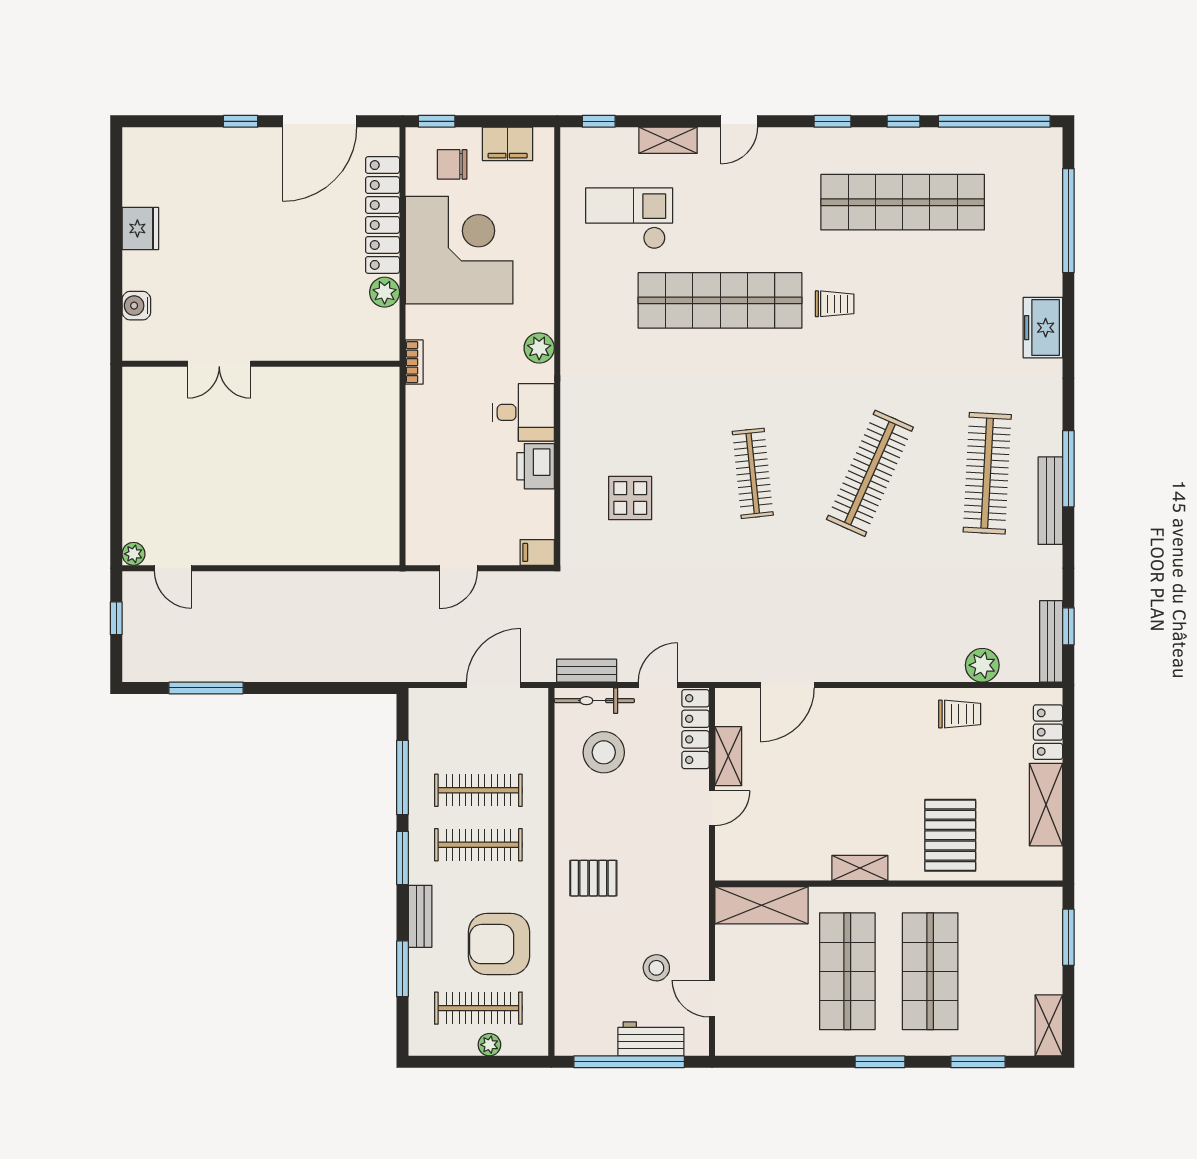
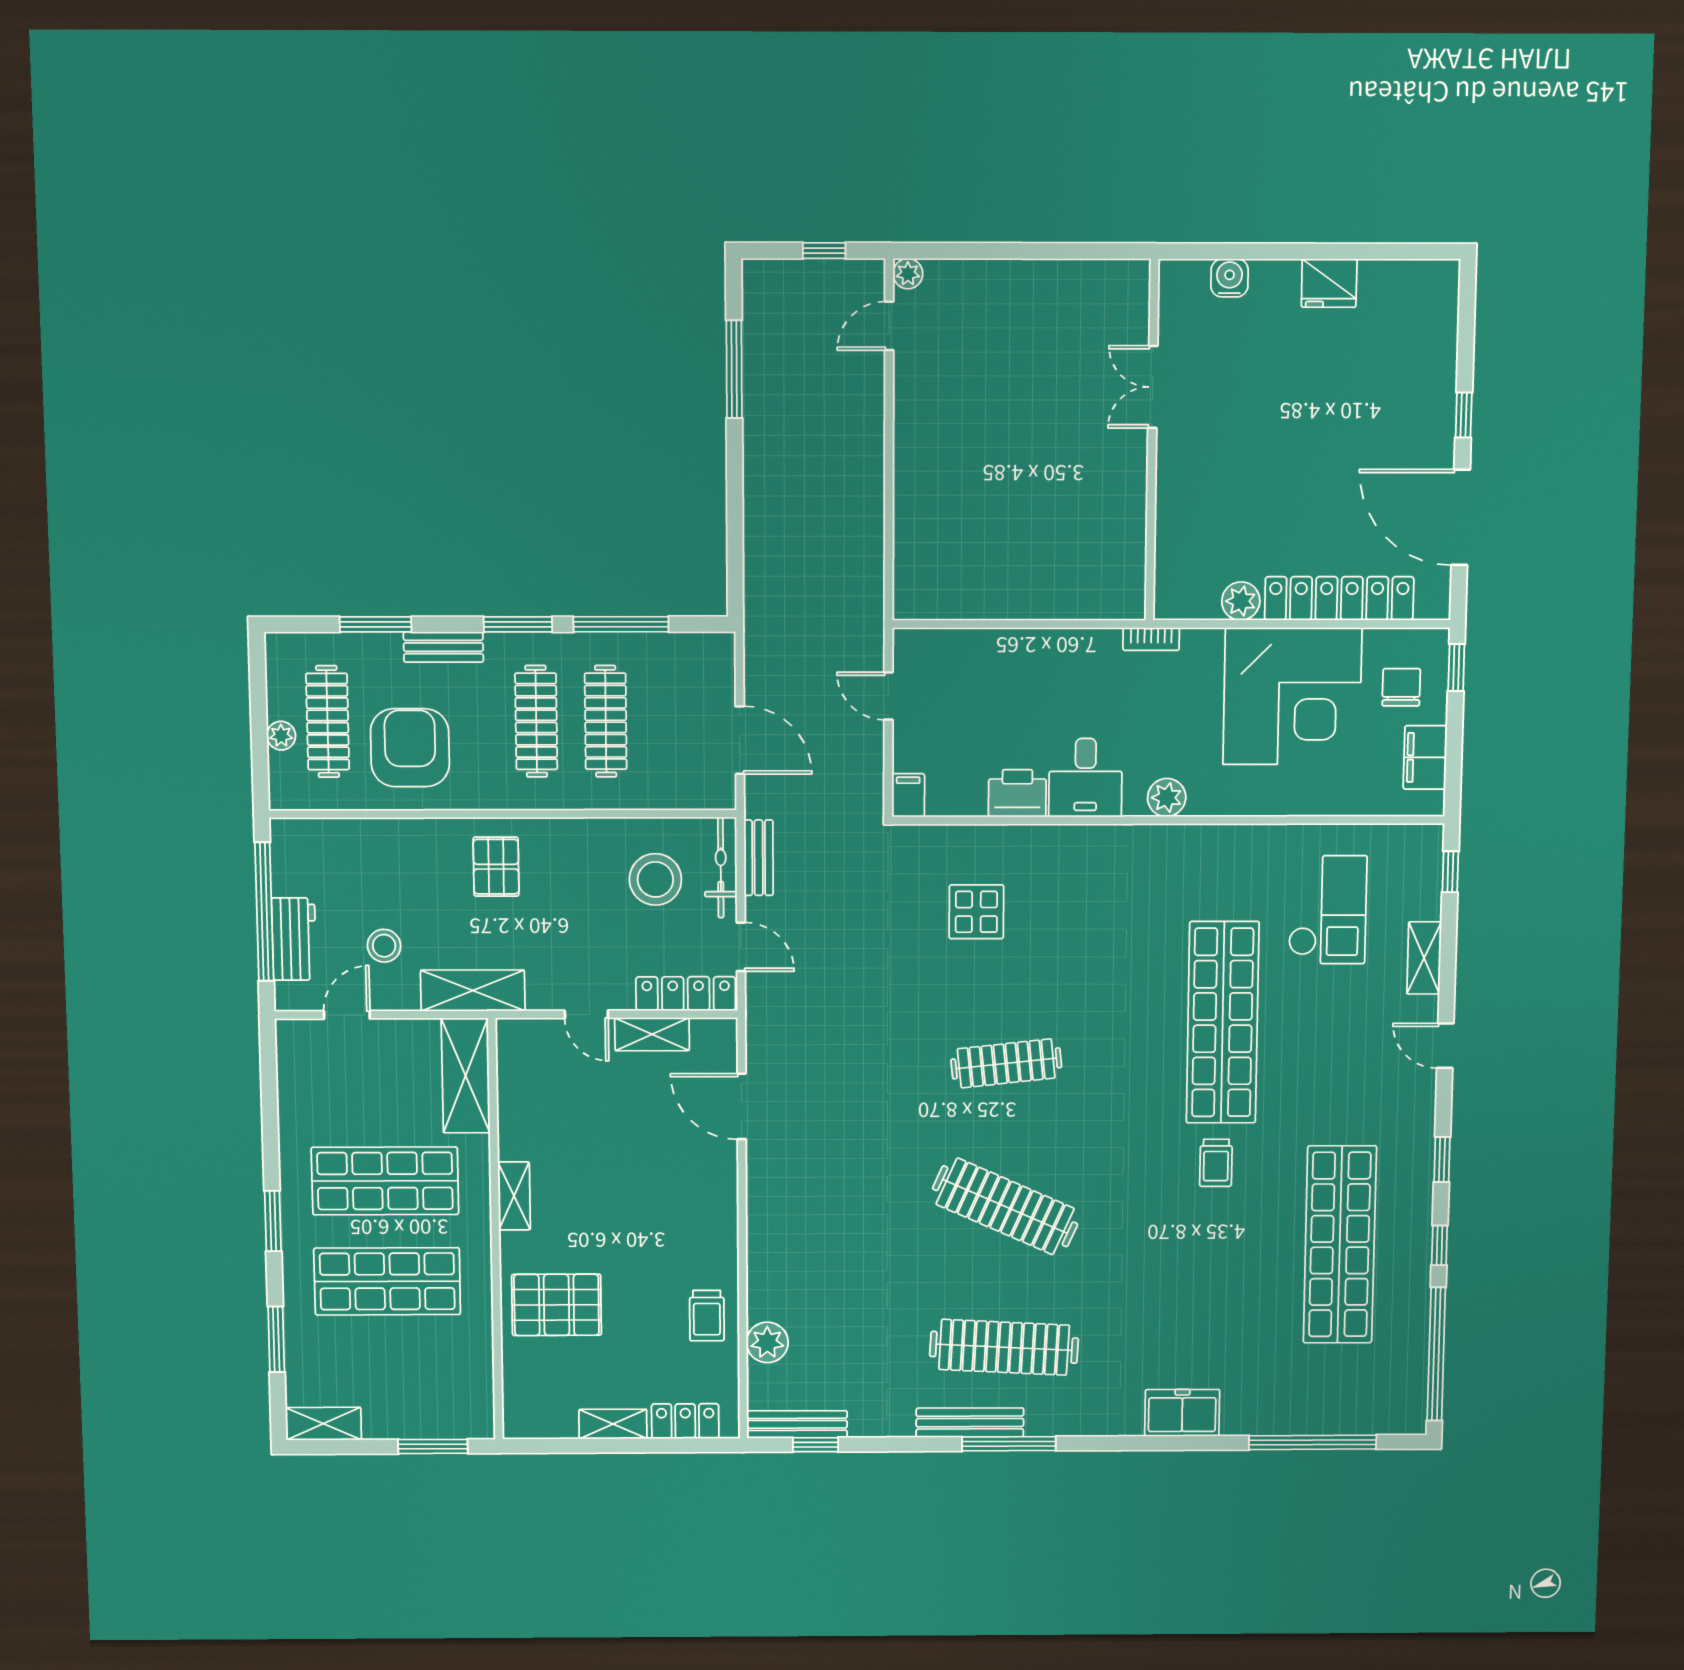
shelving: (1046, 805) -> (613, 1424), width x0.67, depth x0.75
shelving: (693, 898) -> (473, 991), added

